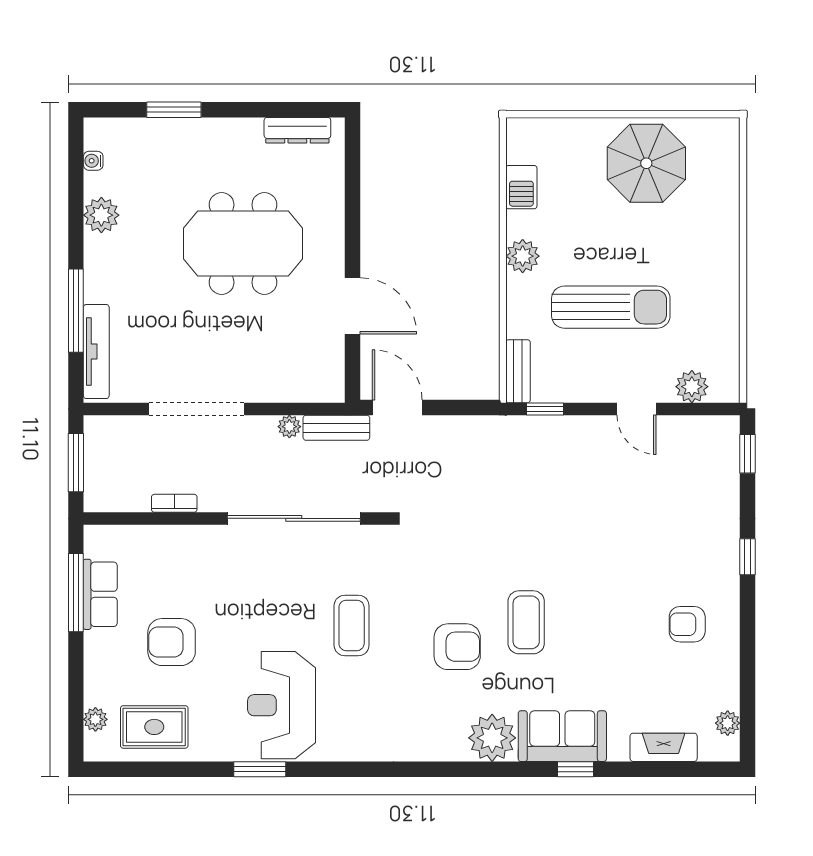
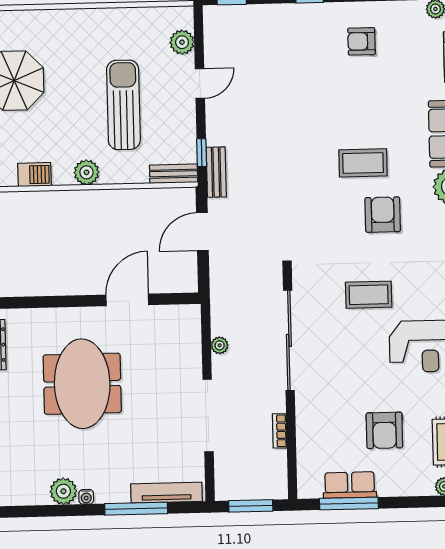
water cooler: (93, 161) -> (86, 497), moved
door: (397, 407) -> (202, 232), moved
bench: (336, 428) -> (216, 172), moved
armchair: (687, 624) -> (362, 41), turned 90

